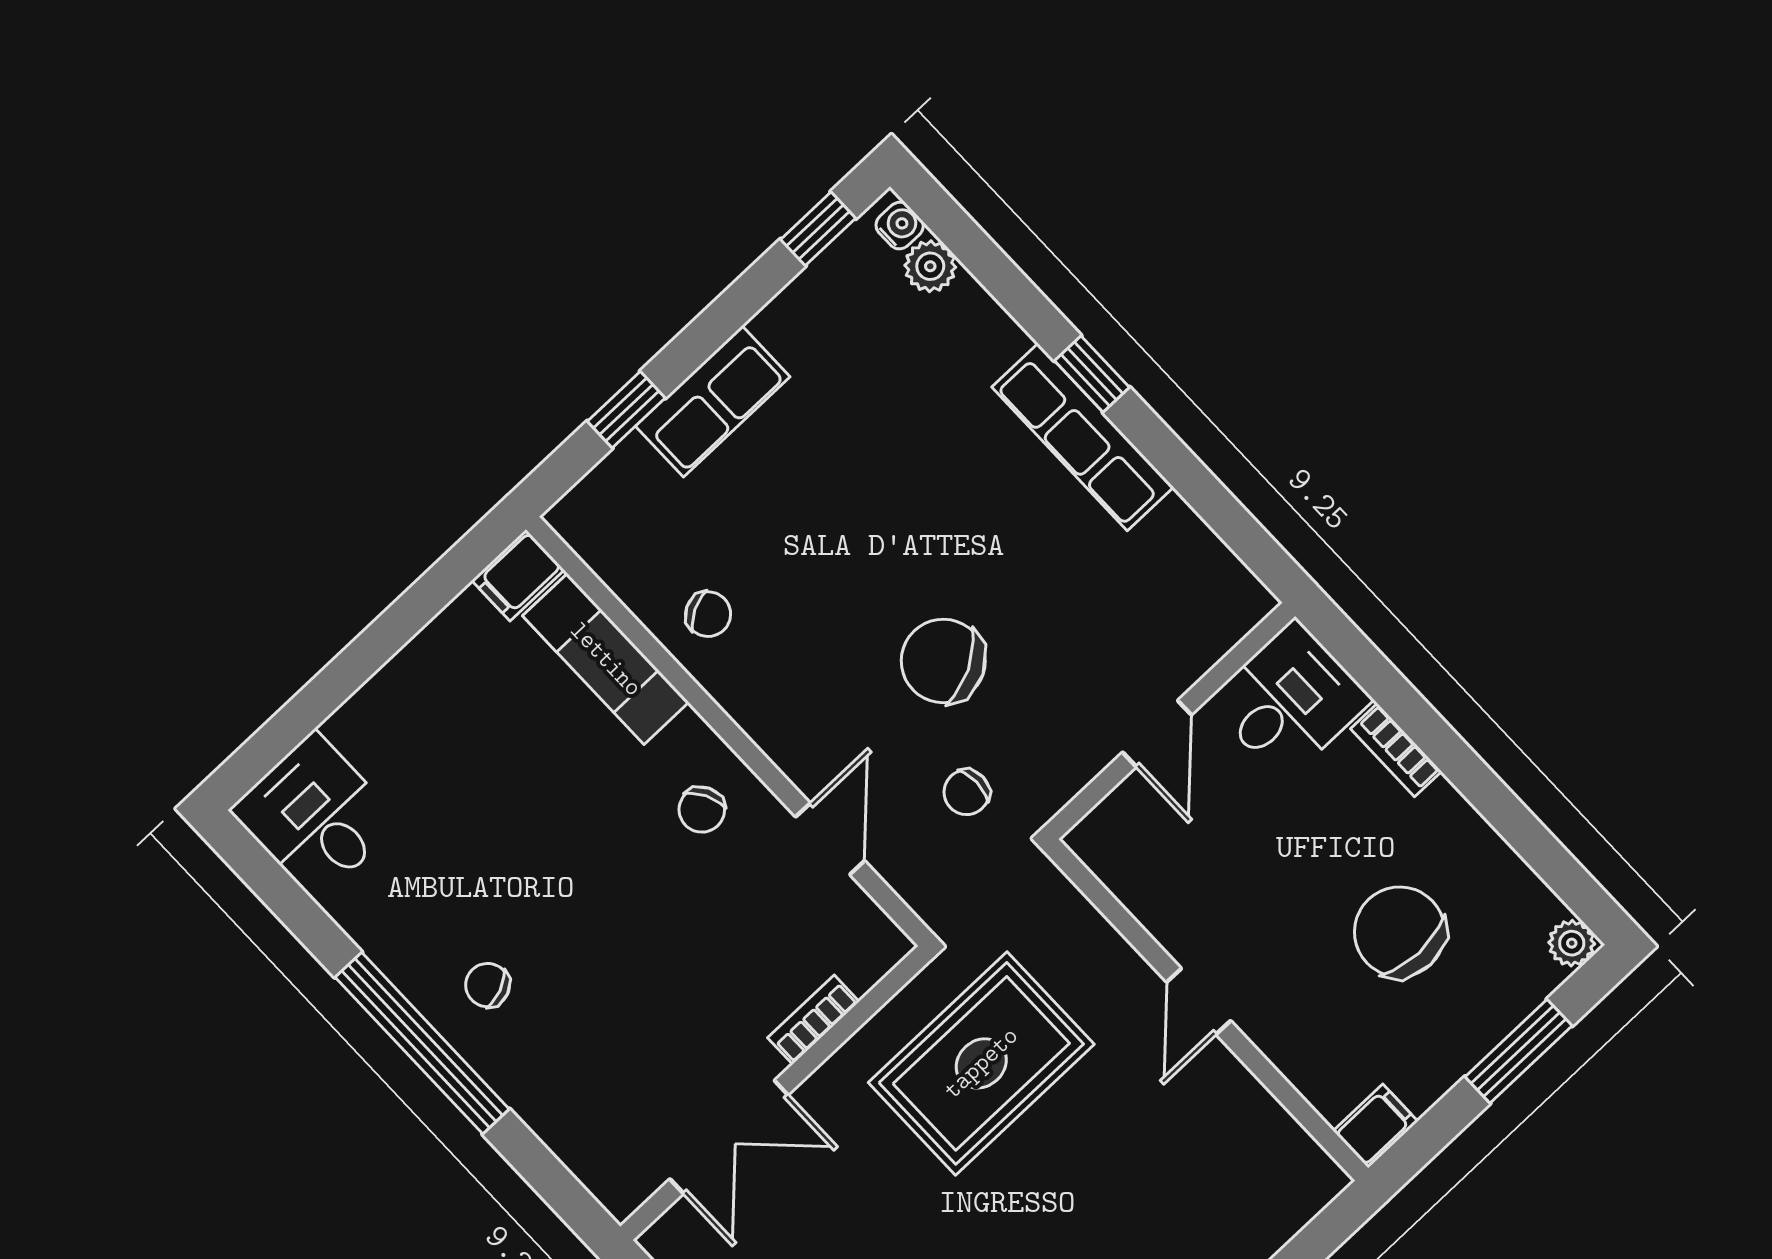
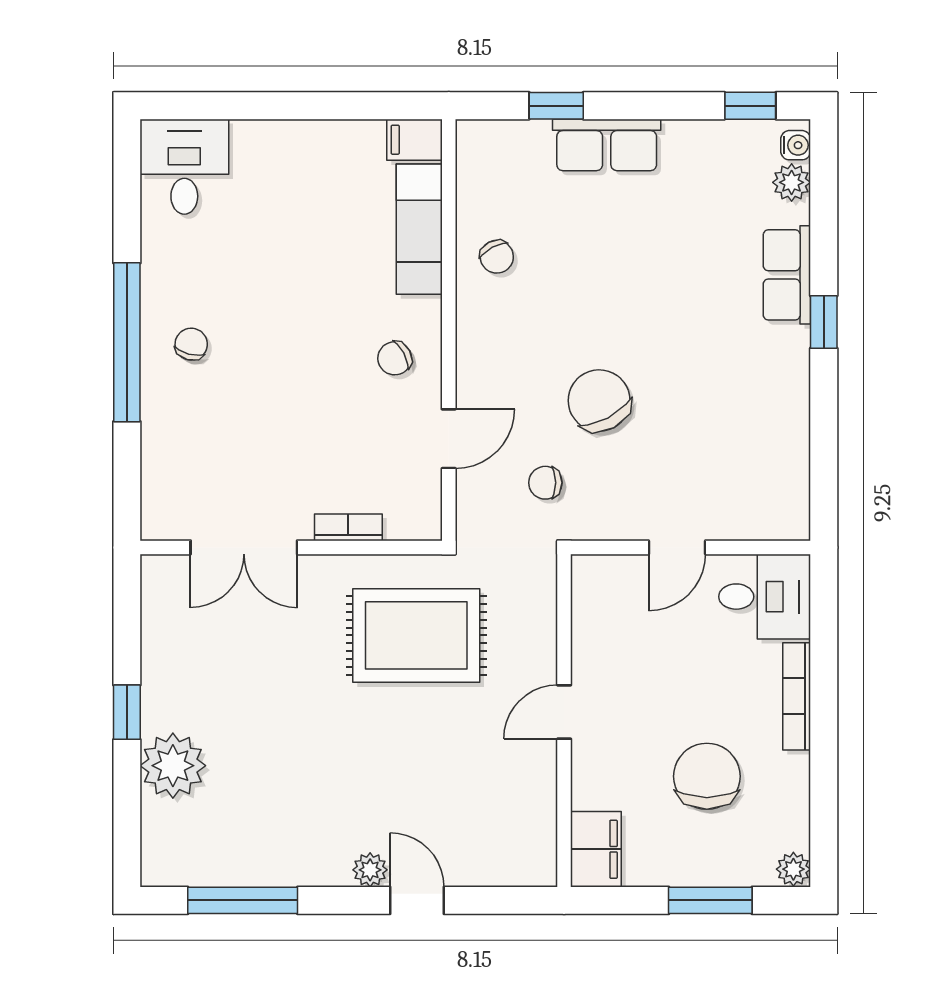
row of seats: (1083, 437) -> (787, 275), moved, width x0.68
bookcase: (1396, 750) -> (797, 696), width x1.56
chair: (488, 985) -> (191, 344), turned 37
filing cabinet: (1376, 1126) -> (596, 849), width x2.00

